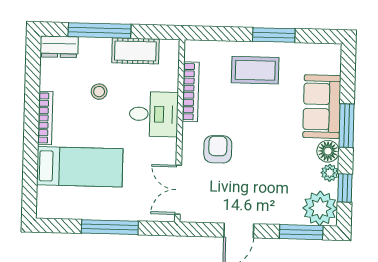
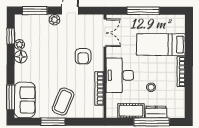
dresser: (59, 47) -> (156, 112), moved
coffee table: (255, 70) -> (63, 102), turned -67
sofa: (322, 107) -> (25, 100), moved
desk: (154, 114) -> (120, 75), width x1.37
window: (346, 126) -> (11, 97), moved
plant: (320, 208) -> (54, 20), moved, width x0.53, depth x0.53

